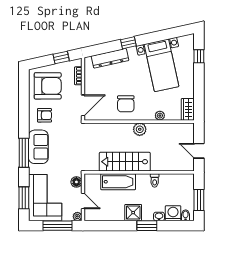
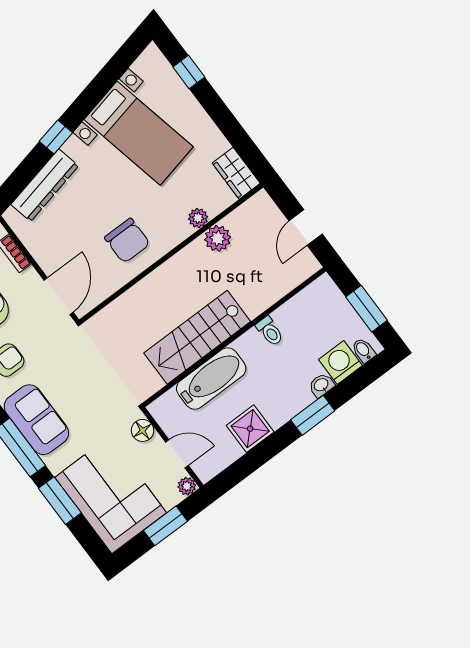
plant: (140, 129) -> (218, 238), moved
door: (199, 151) -> (306, 227), hinge flipped
window: (24, 198) -> (60, 501), moved
shower: (133, 213) -> (250, 429), moved
window: (58, 226) -> (165, 526), width x0.69

